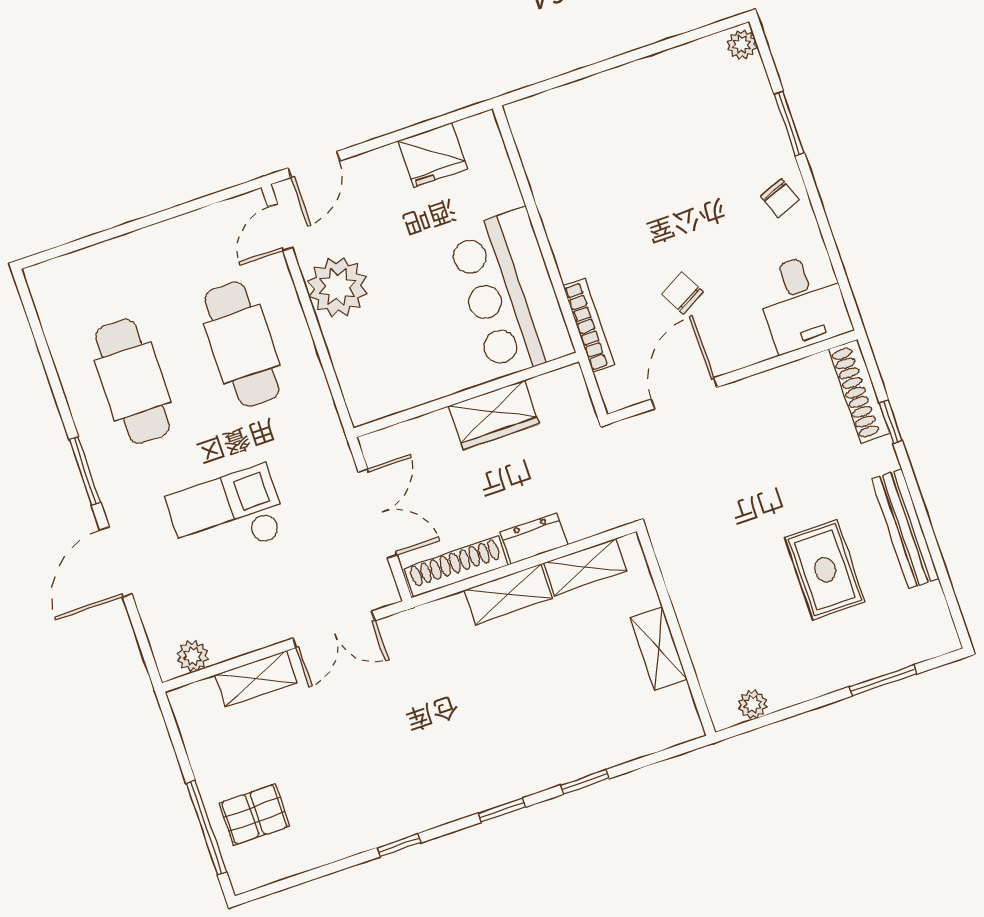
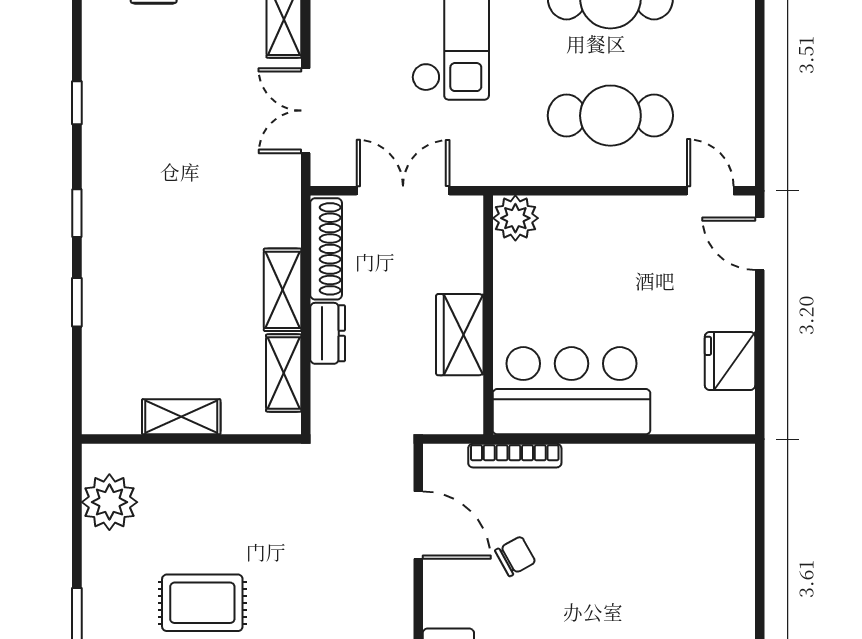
plant: (337, 287) -> (515, 218), moved, width x0.73, depth x0.73
double door: (378, 513) -> (403, 191), swing flipped
plant: (753, 704) -> (109, 502), width x1.87, depth x1.87

